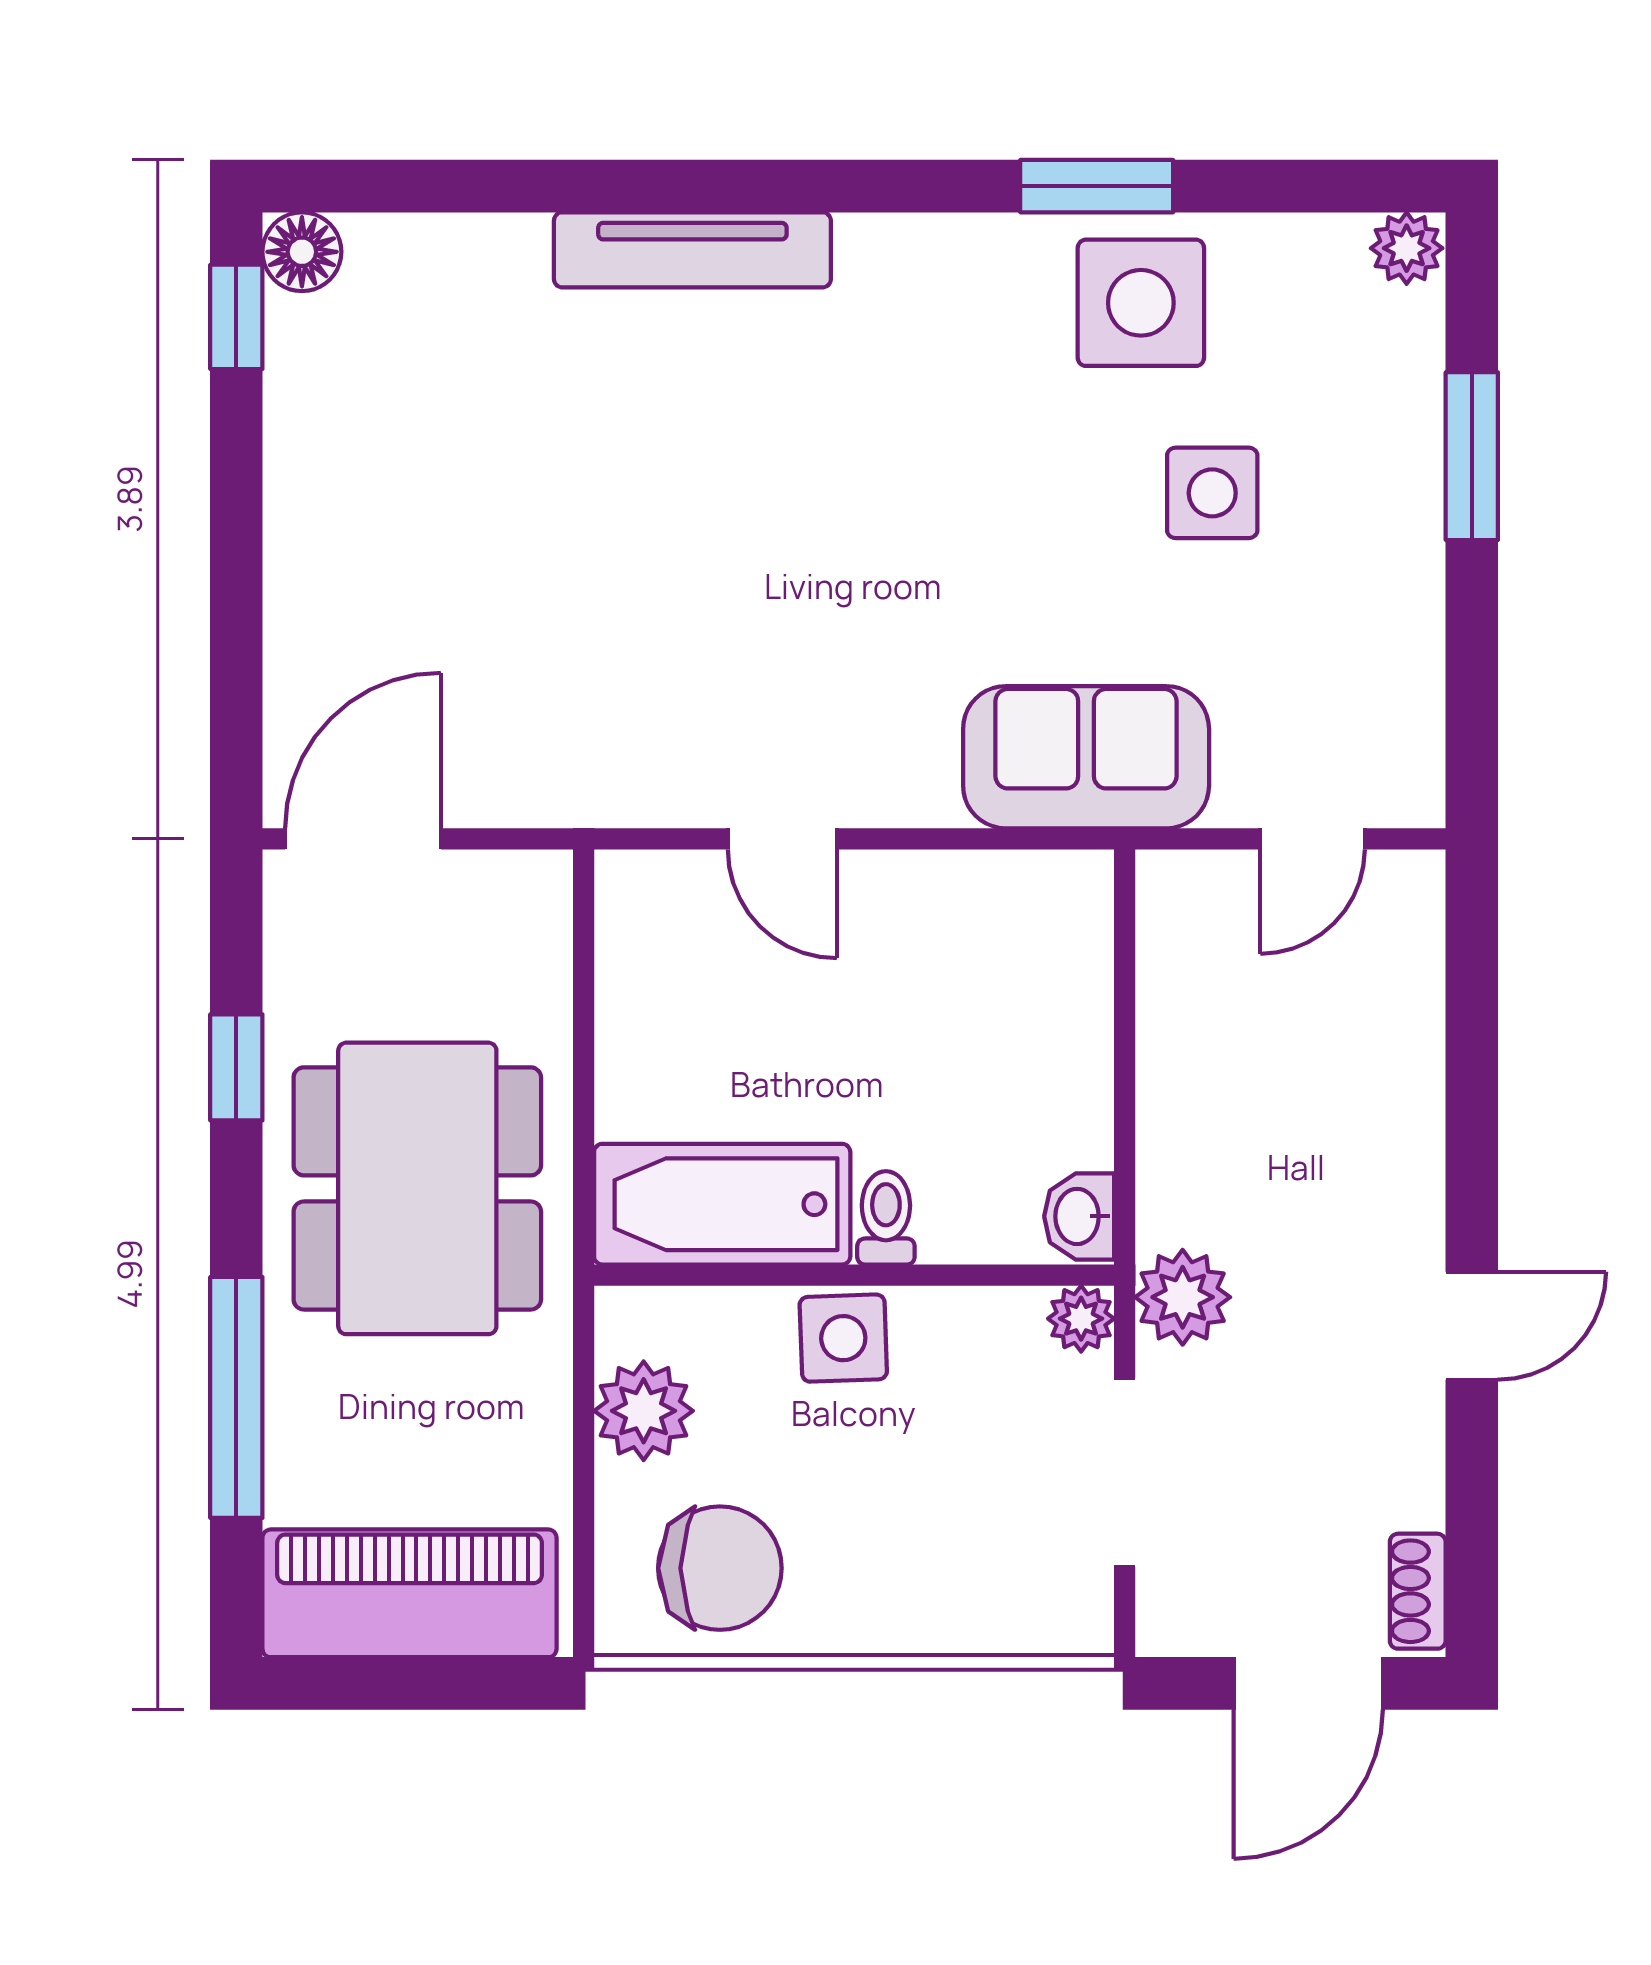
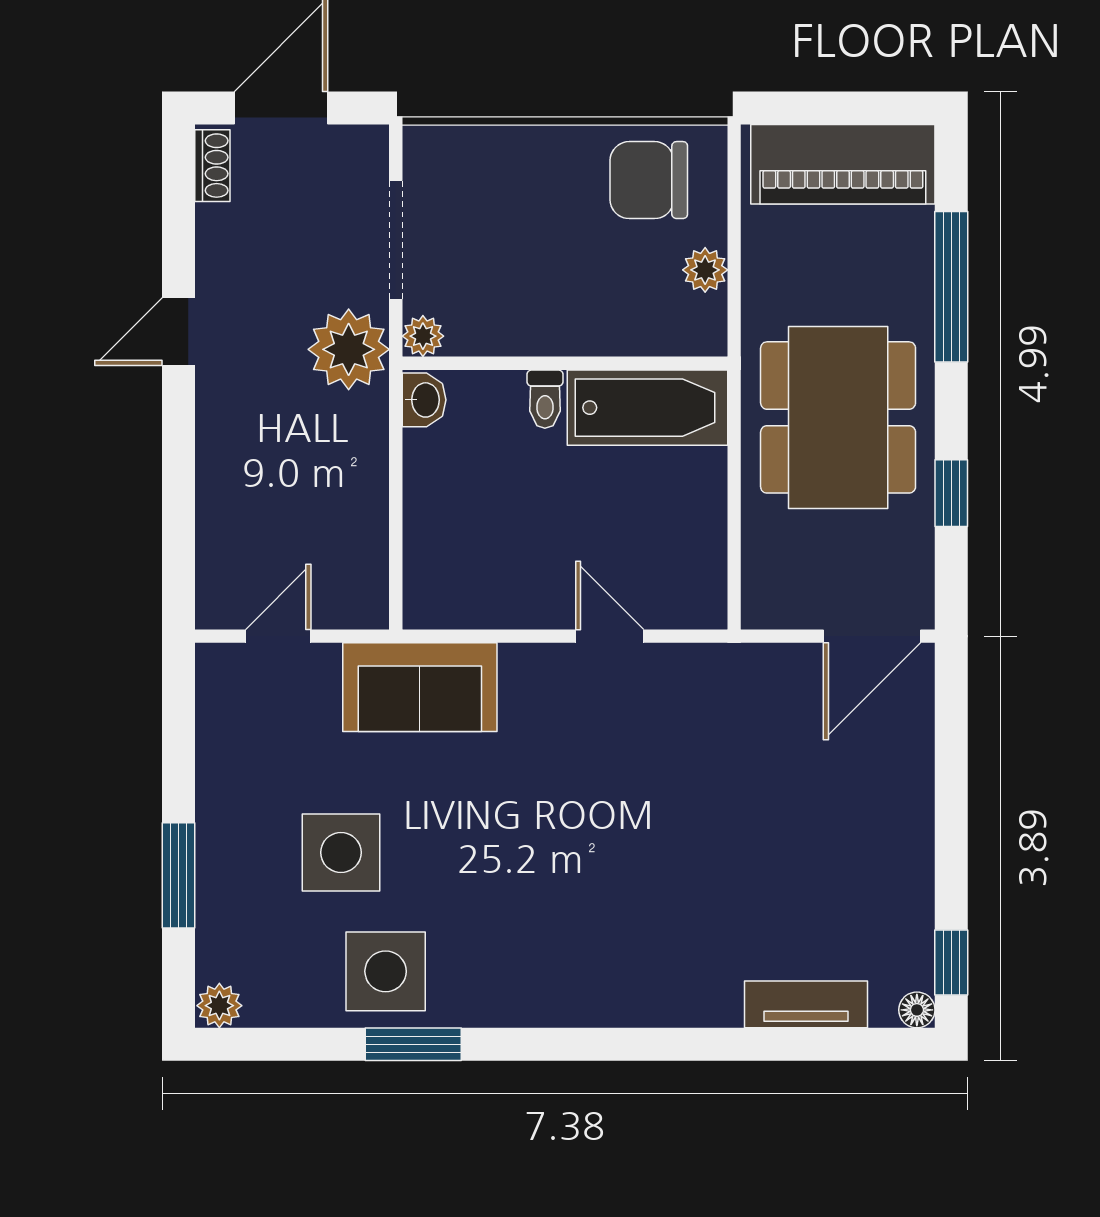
tv unit: (692, 250) -> (806, 1004), moved, width x0.71
floor lamp: (302, 252) -> (917, 1010), width x0.73, depth x0.73
side table: (1212, 493) -> (341, 852), width x1.37, depth x1.37
plant: (1183, 1297) -> (349, 349), width x1.36, depth x1.36
side table: (843, 1338) -> (572, 324), removed
plant: (644, 1411) -> (705, 270), width x0.73, depth x0.73

